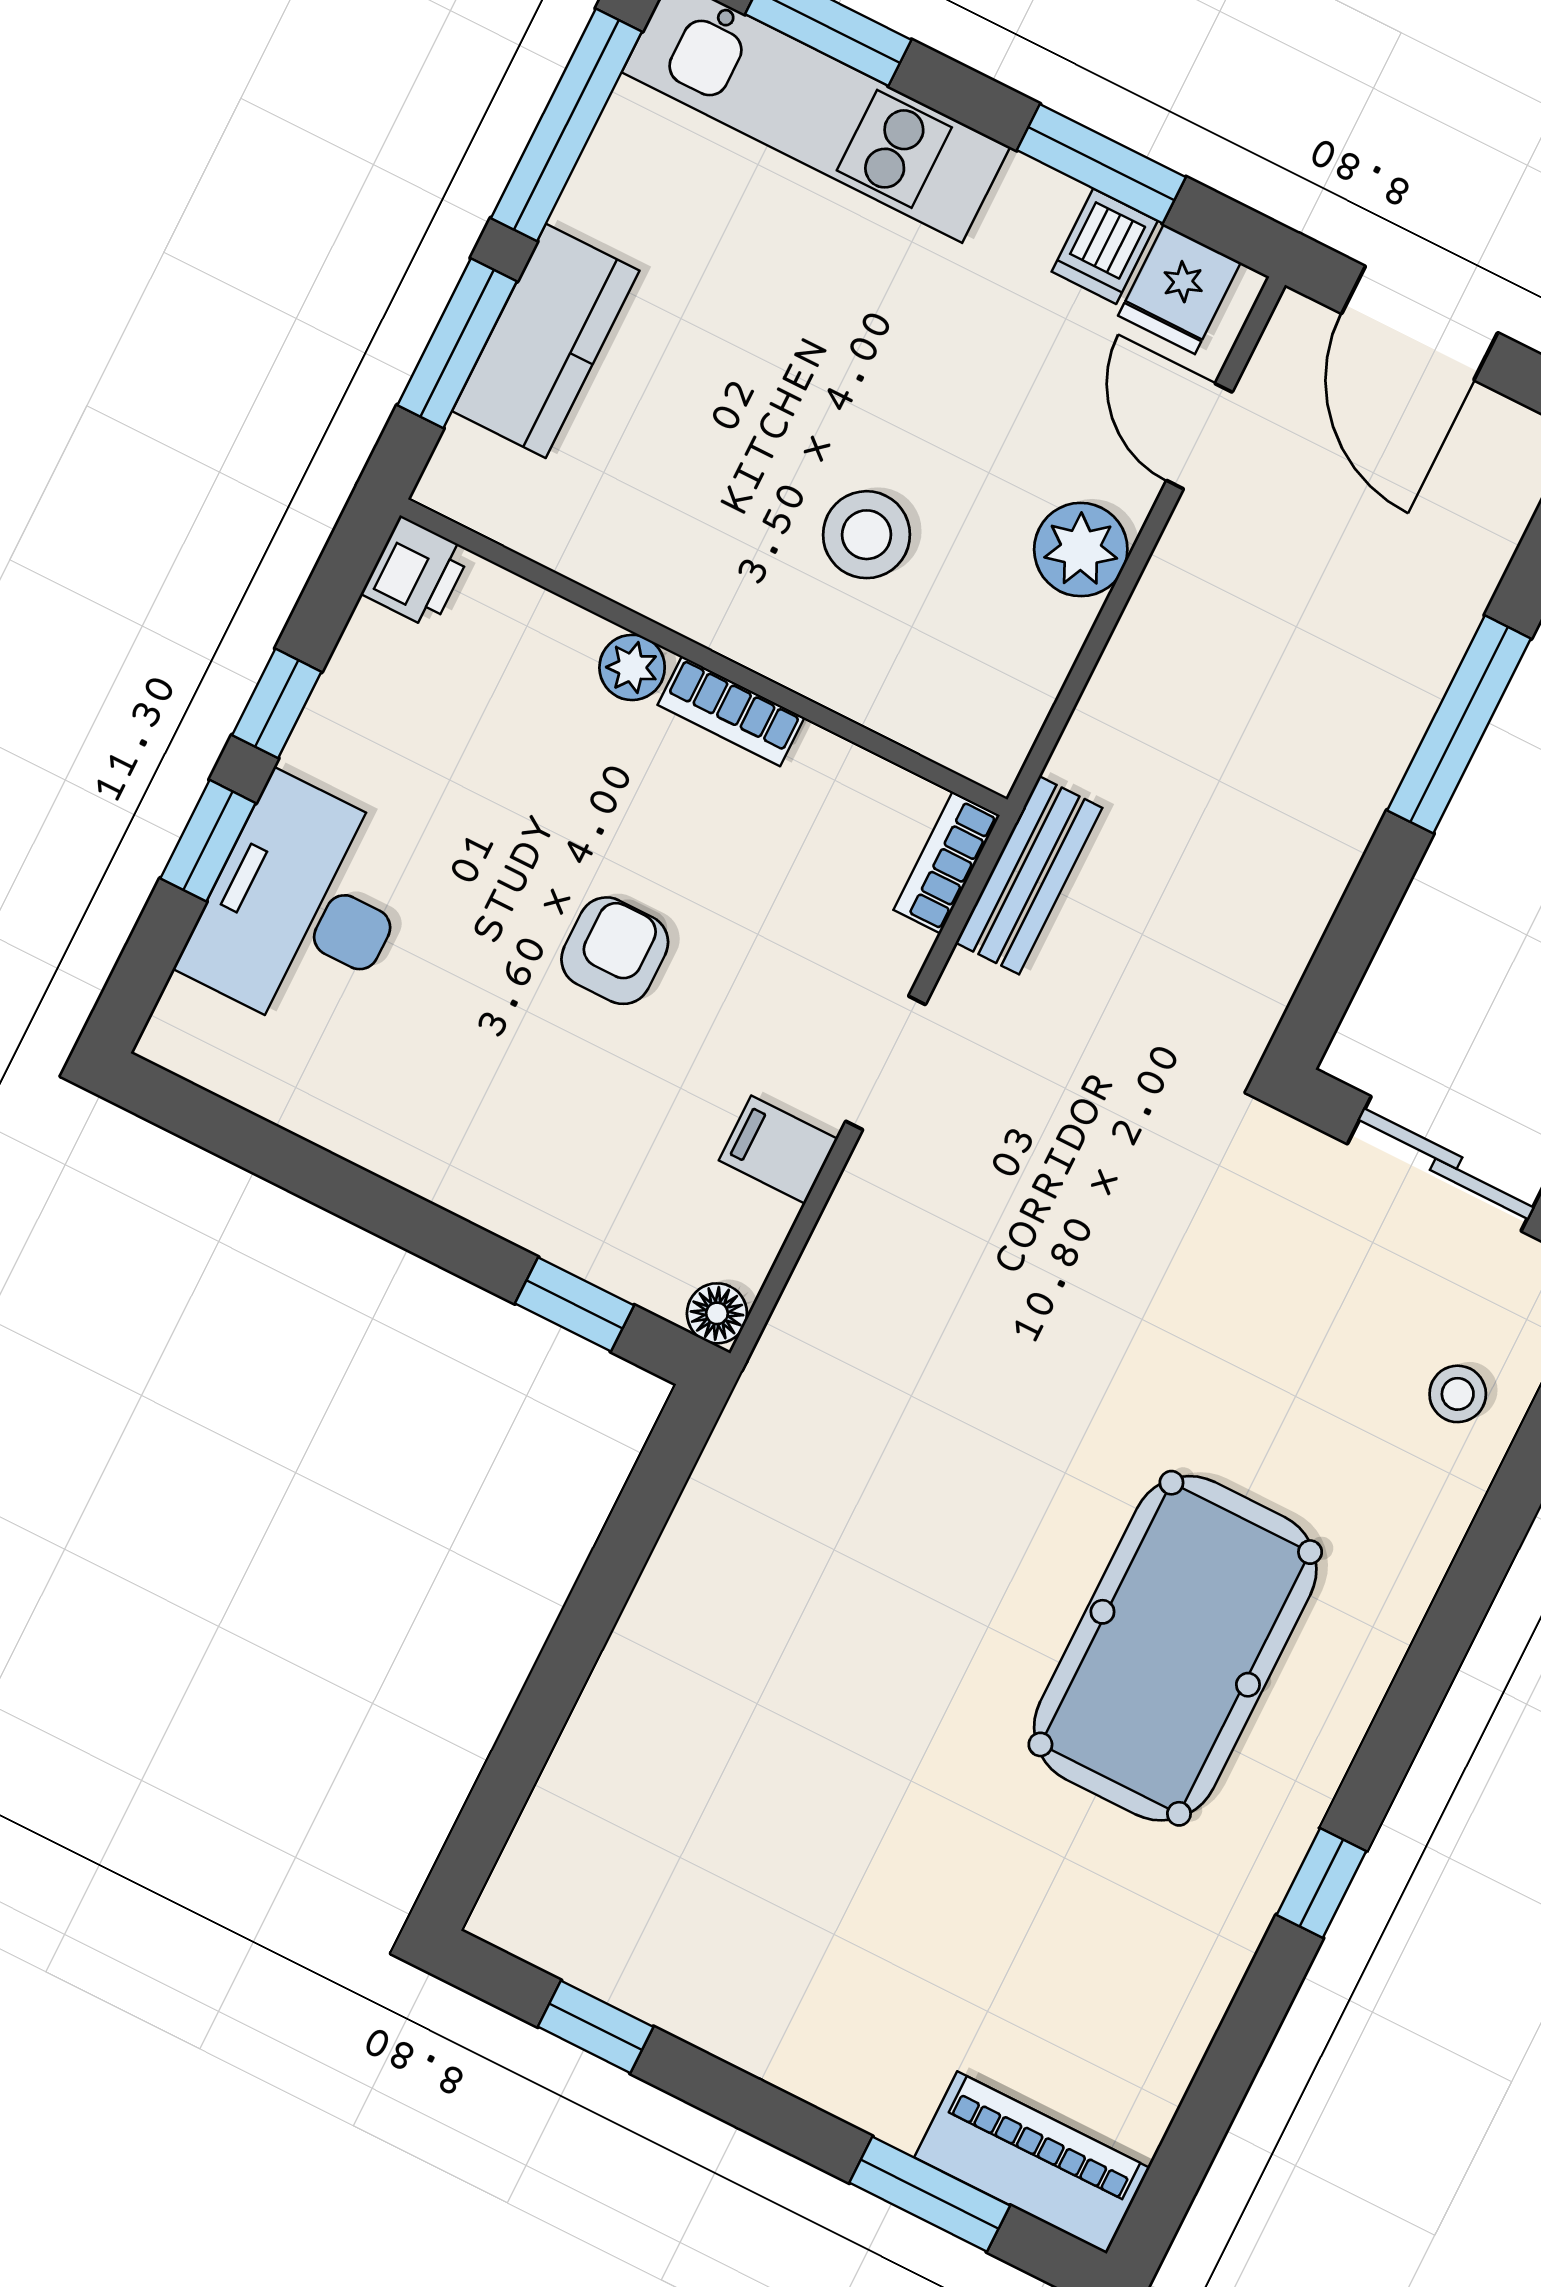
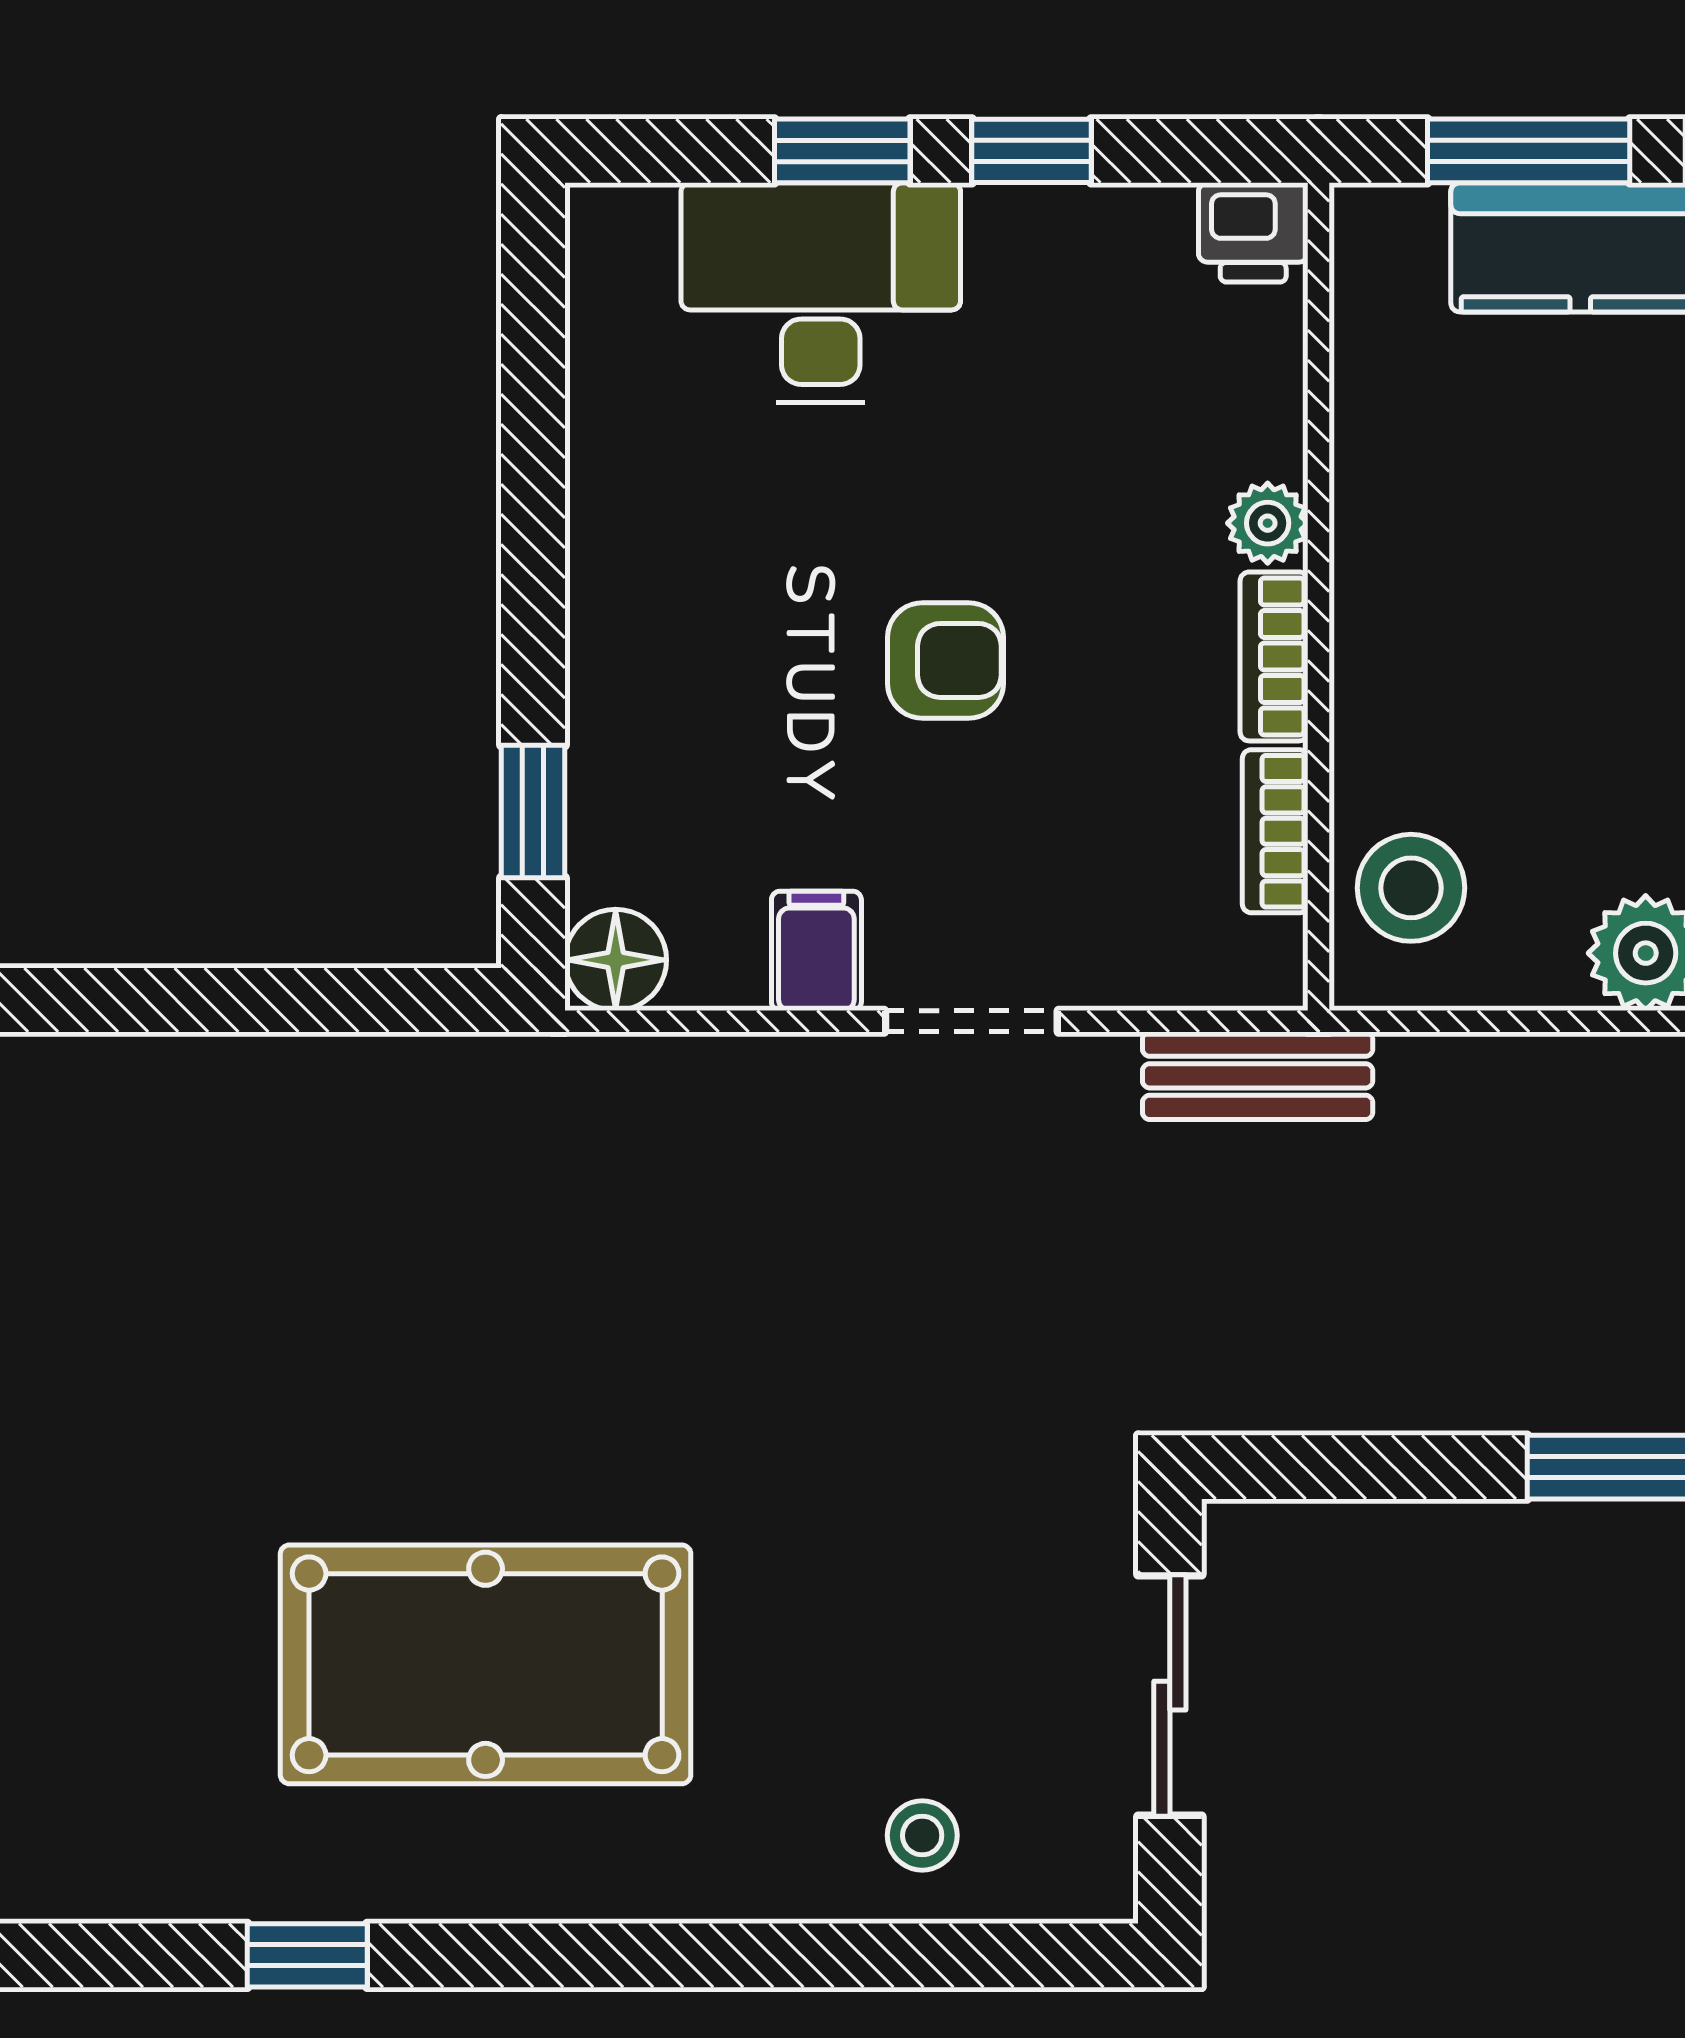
stool: (866, 535) -> (1411, 888), moved
bookcase: (947, 863) -> (1275, 831), moved, turned -90
floor lamp: (717, 1313) -> (616, 960), width x1.37, depth x1.37

